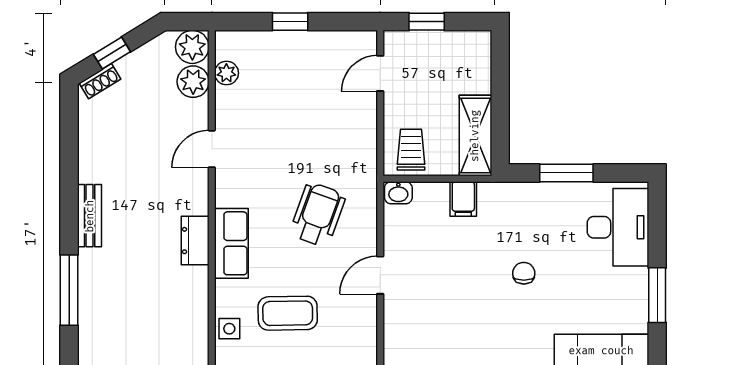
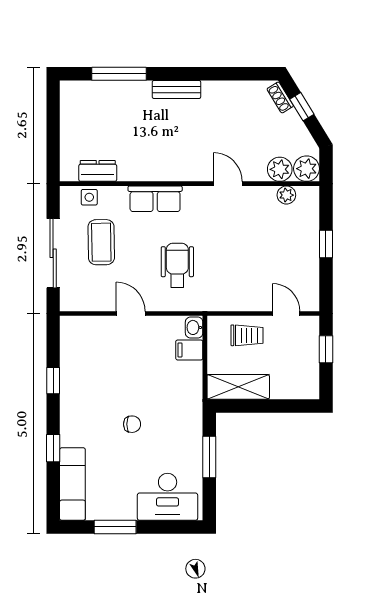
trolley: (411, 150) -> (247, 335), moved
filing cabinet: (463, 199) -> (189, 350), moved
wheelchair: (318, 215) -> (177, 265), turned -110
dresser: (195, 241) -> (98, 171), moved

